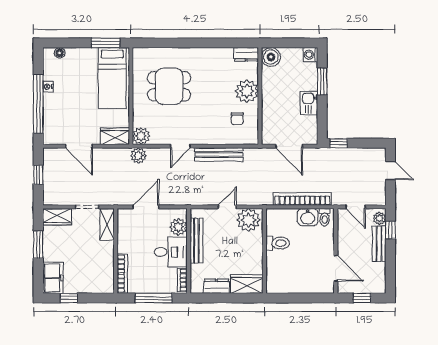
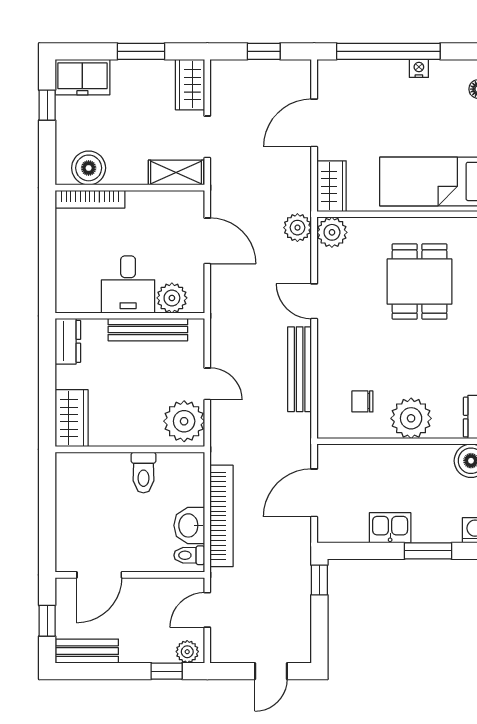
bench: (379, 244) -> (87, 651), moved
boiler: (105, 274) -> (89, 168), added
bookcase: (182, 280) -> (78, 305), removed
dresser: (216, 286) -> (68, 341), moved
window: (154, 298) -> (47, 254), removed

